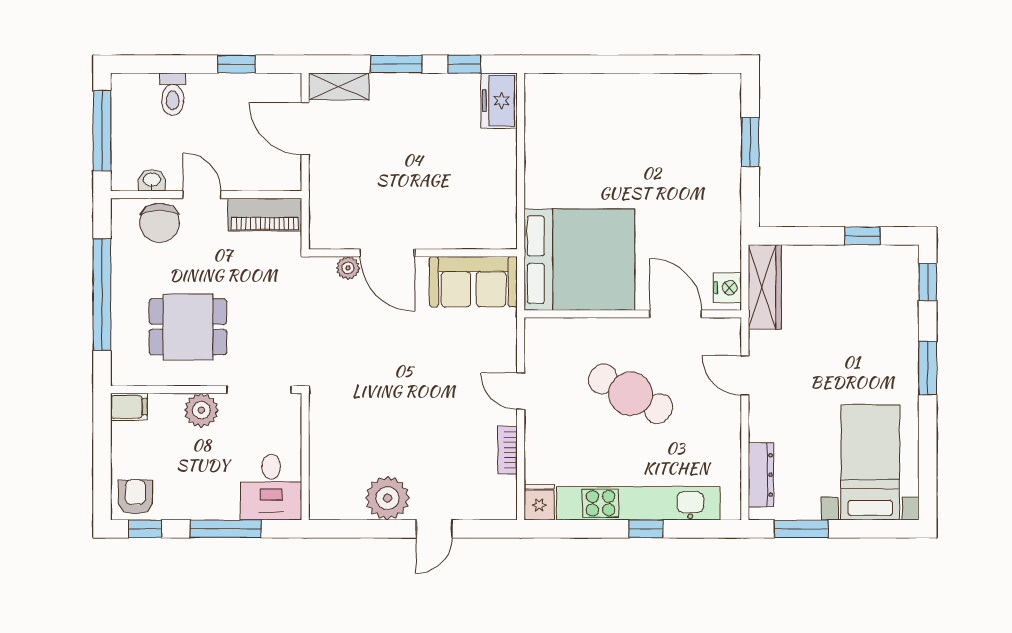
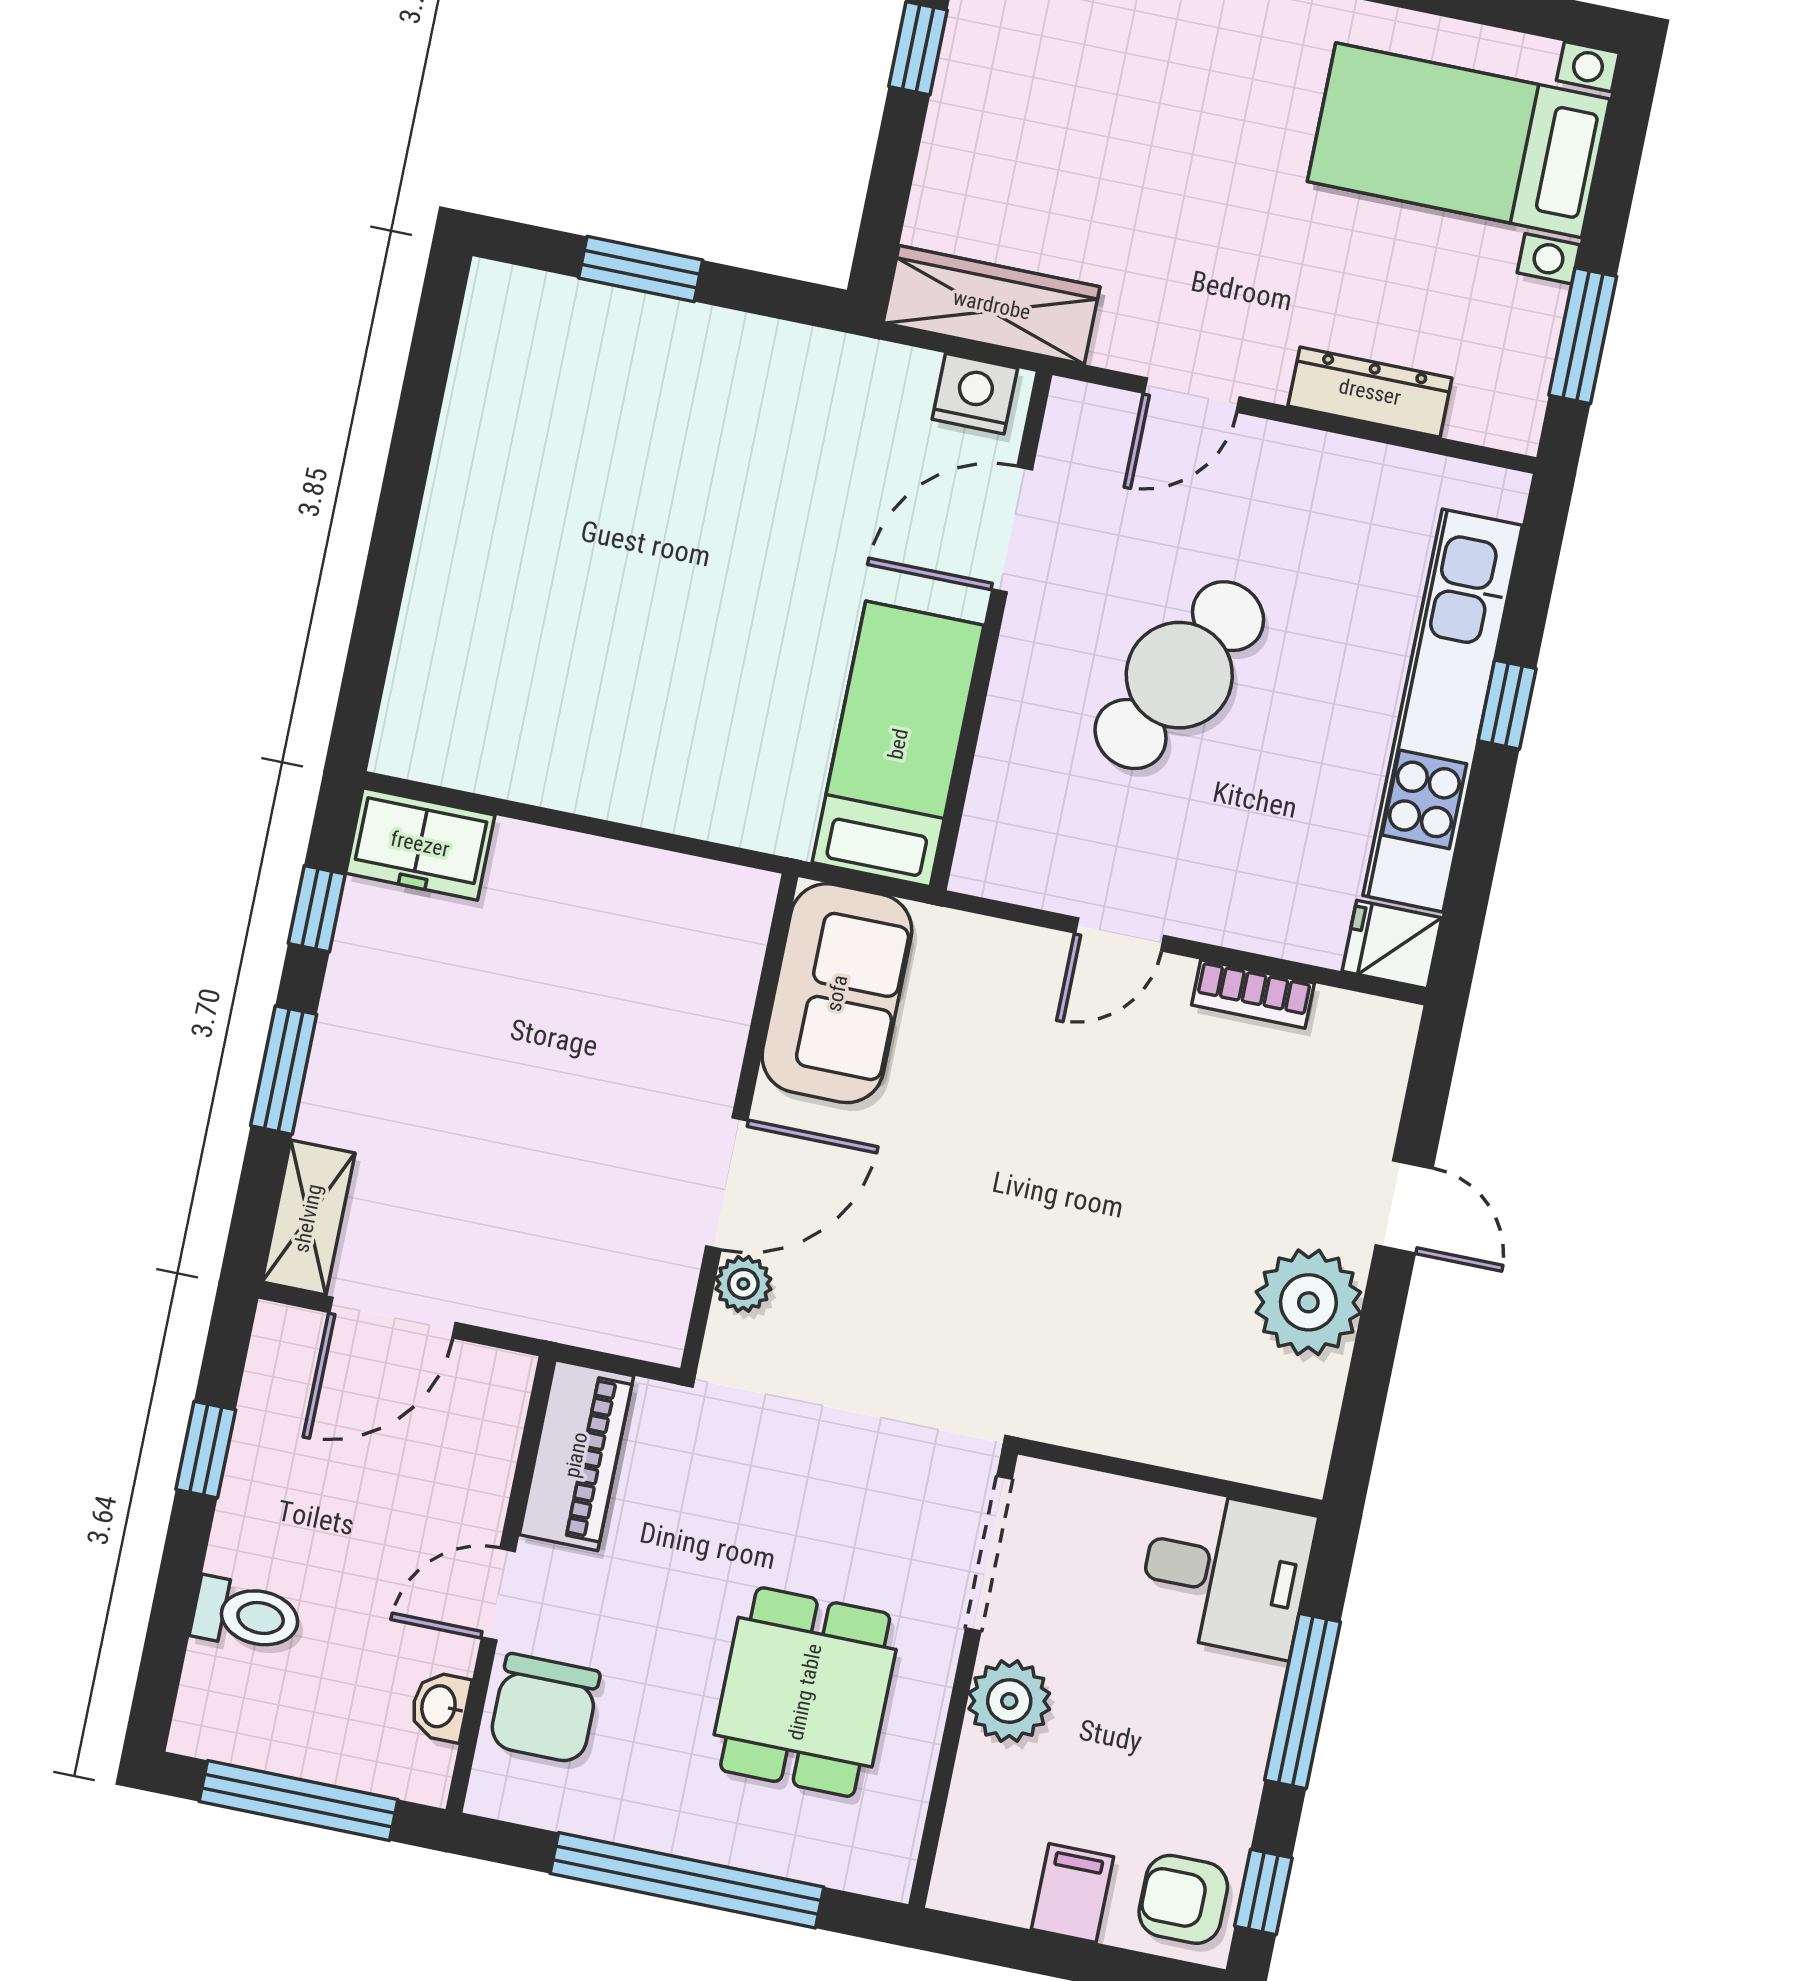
chair: (160, 223) -> (545, 1709), turned 90
bed: (579, 260) -> (898, 744), width x0.49
filing cabinet: (129, 407) -> (1073, 1893), moved
dresser: (761, 475) -> (1370, 392), moved

